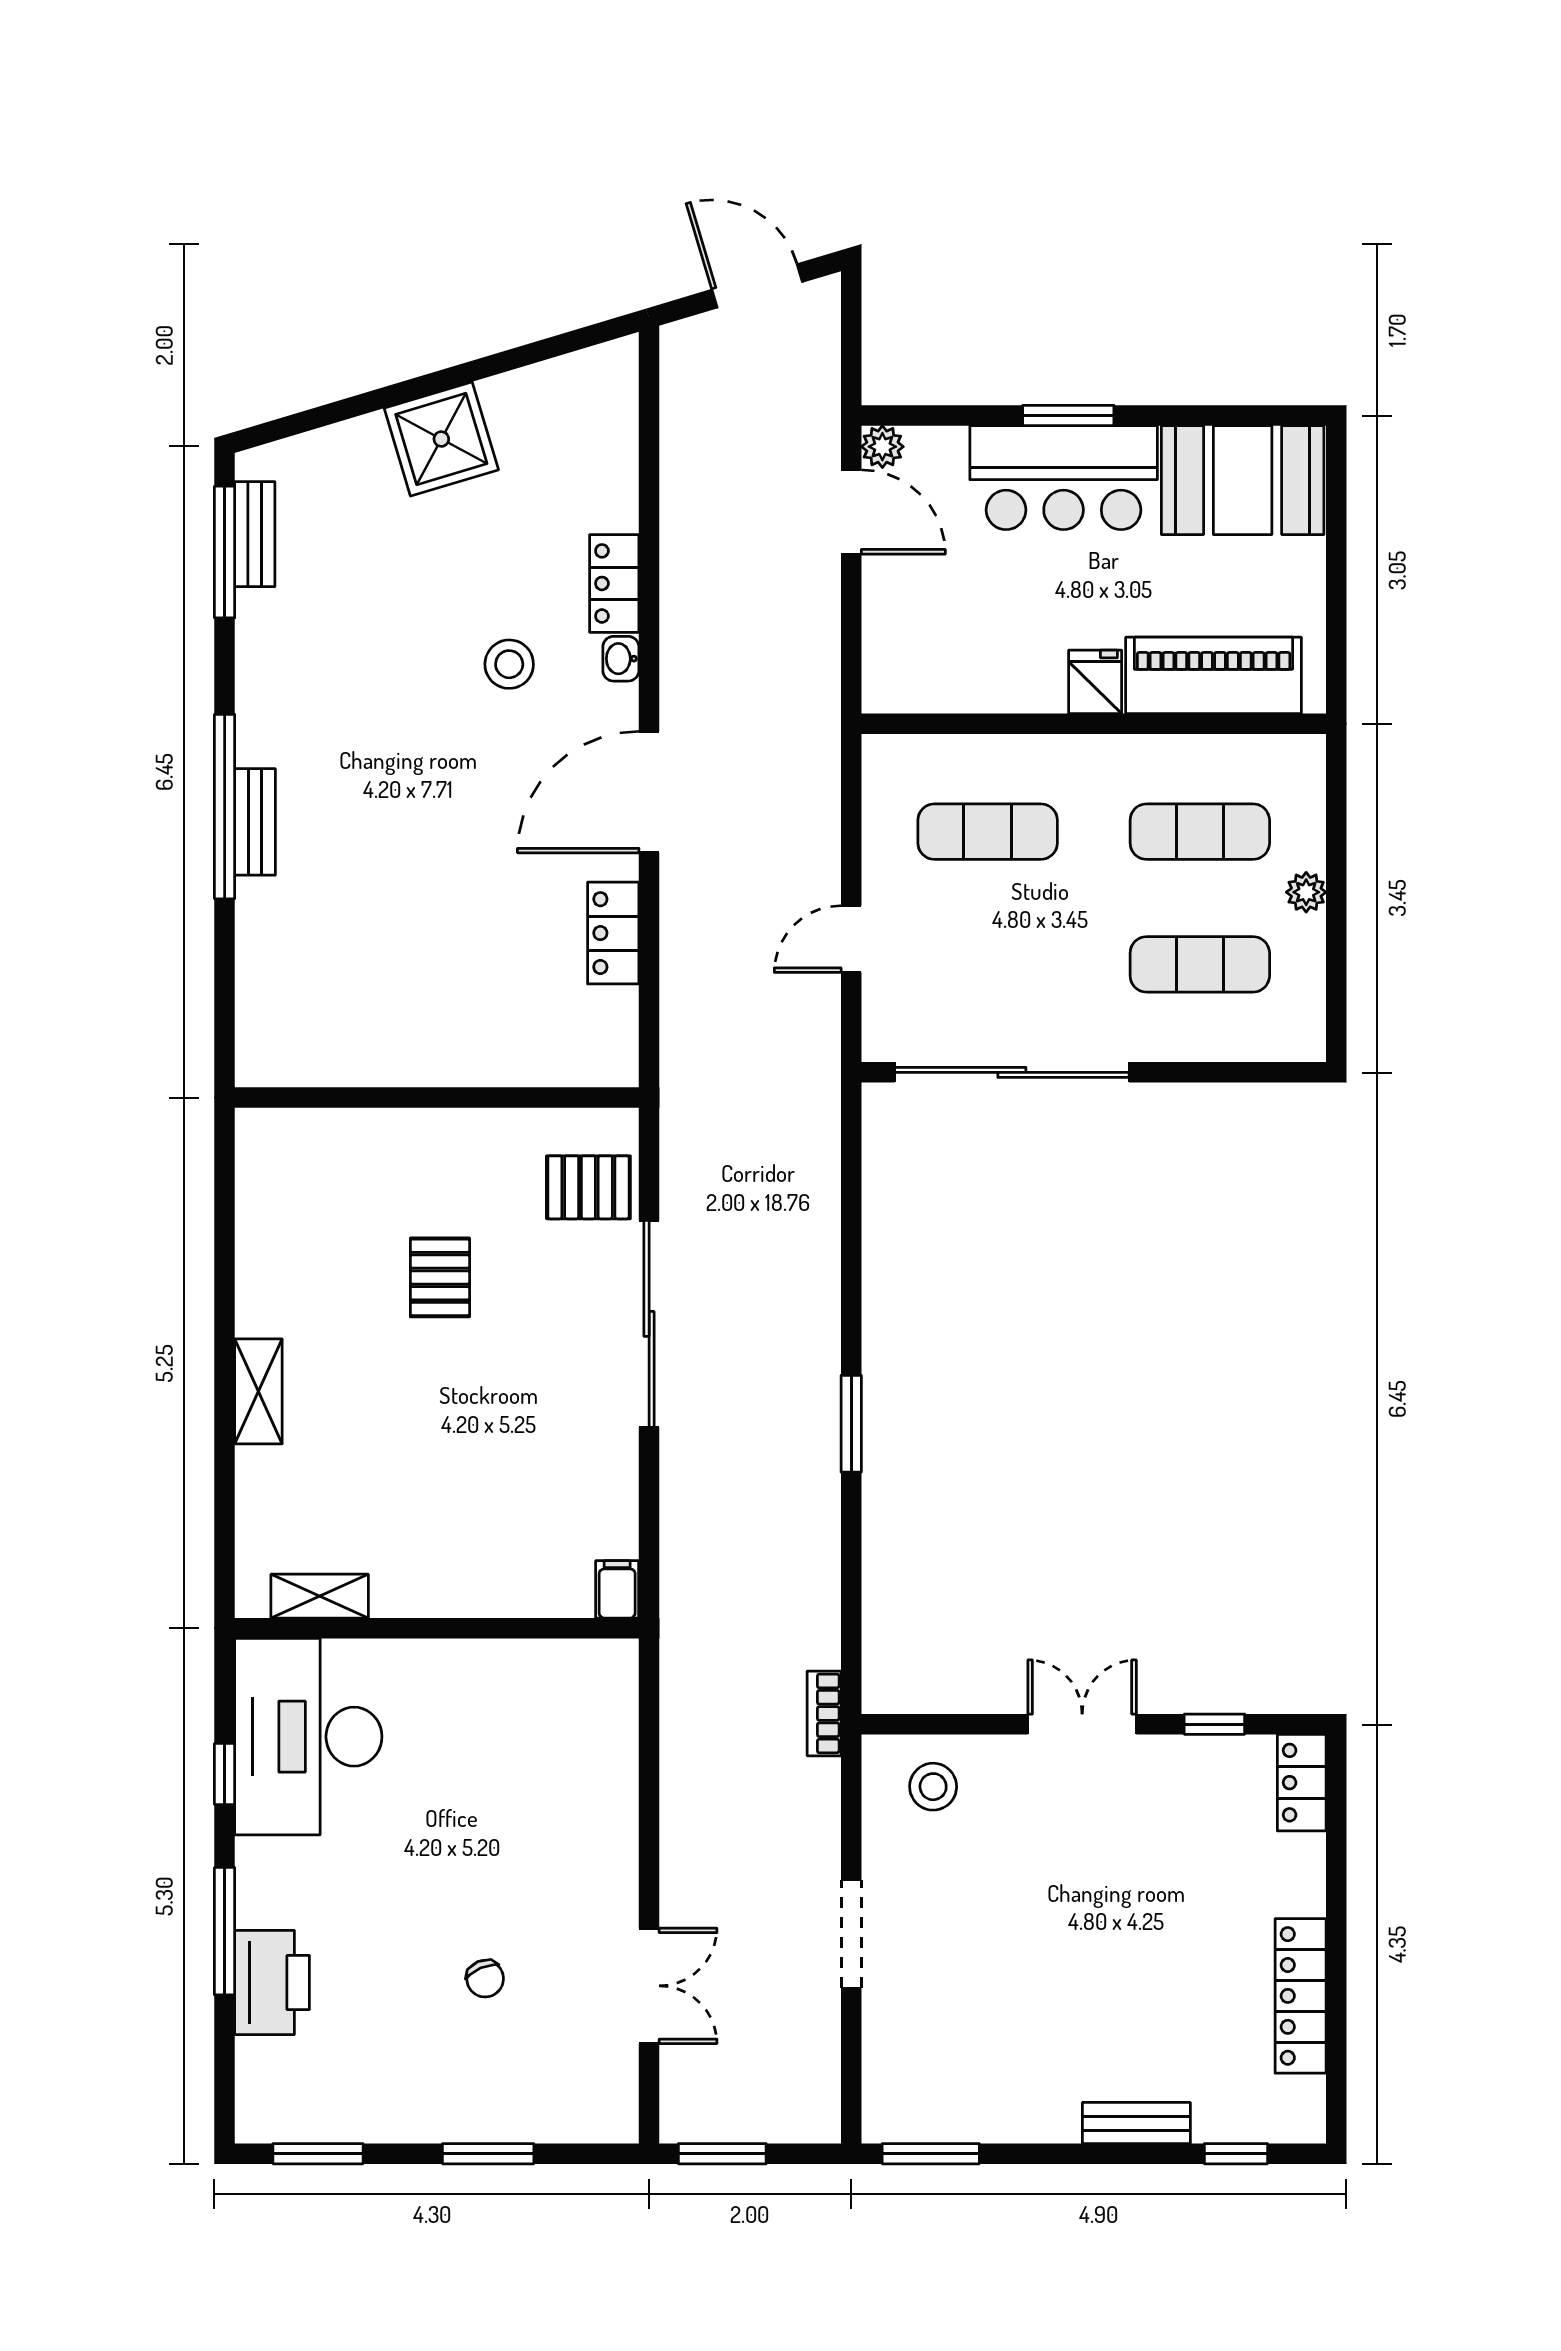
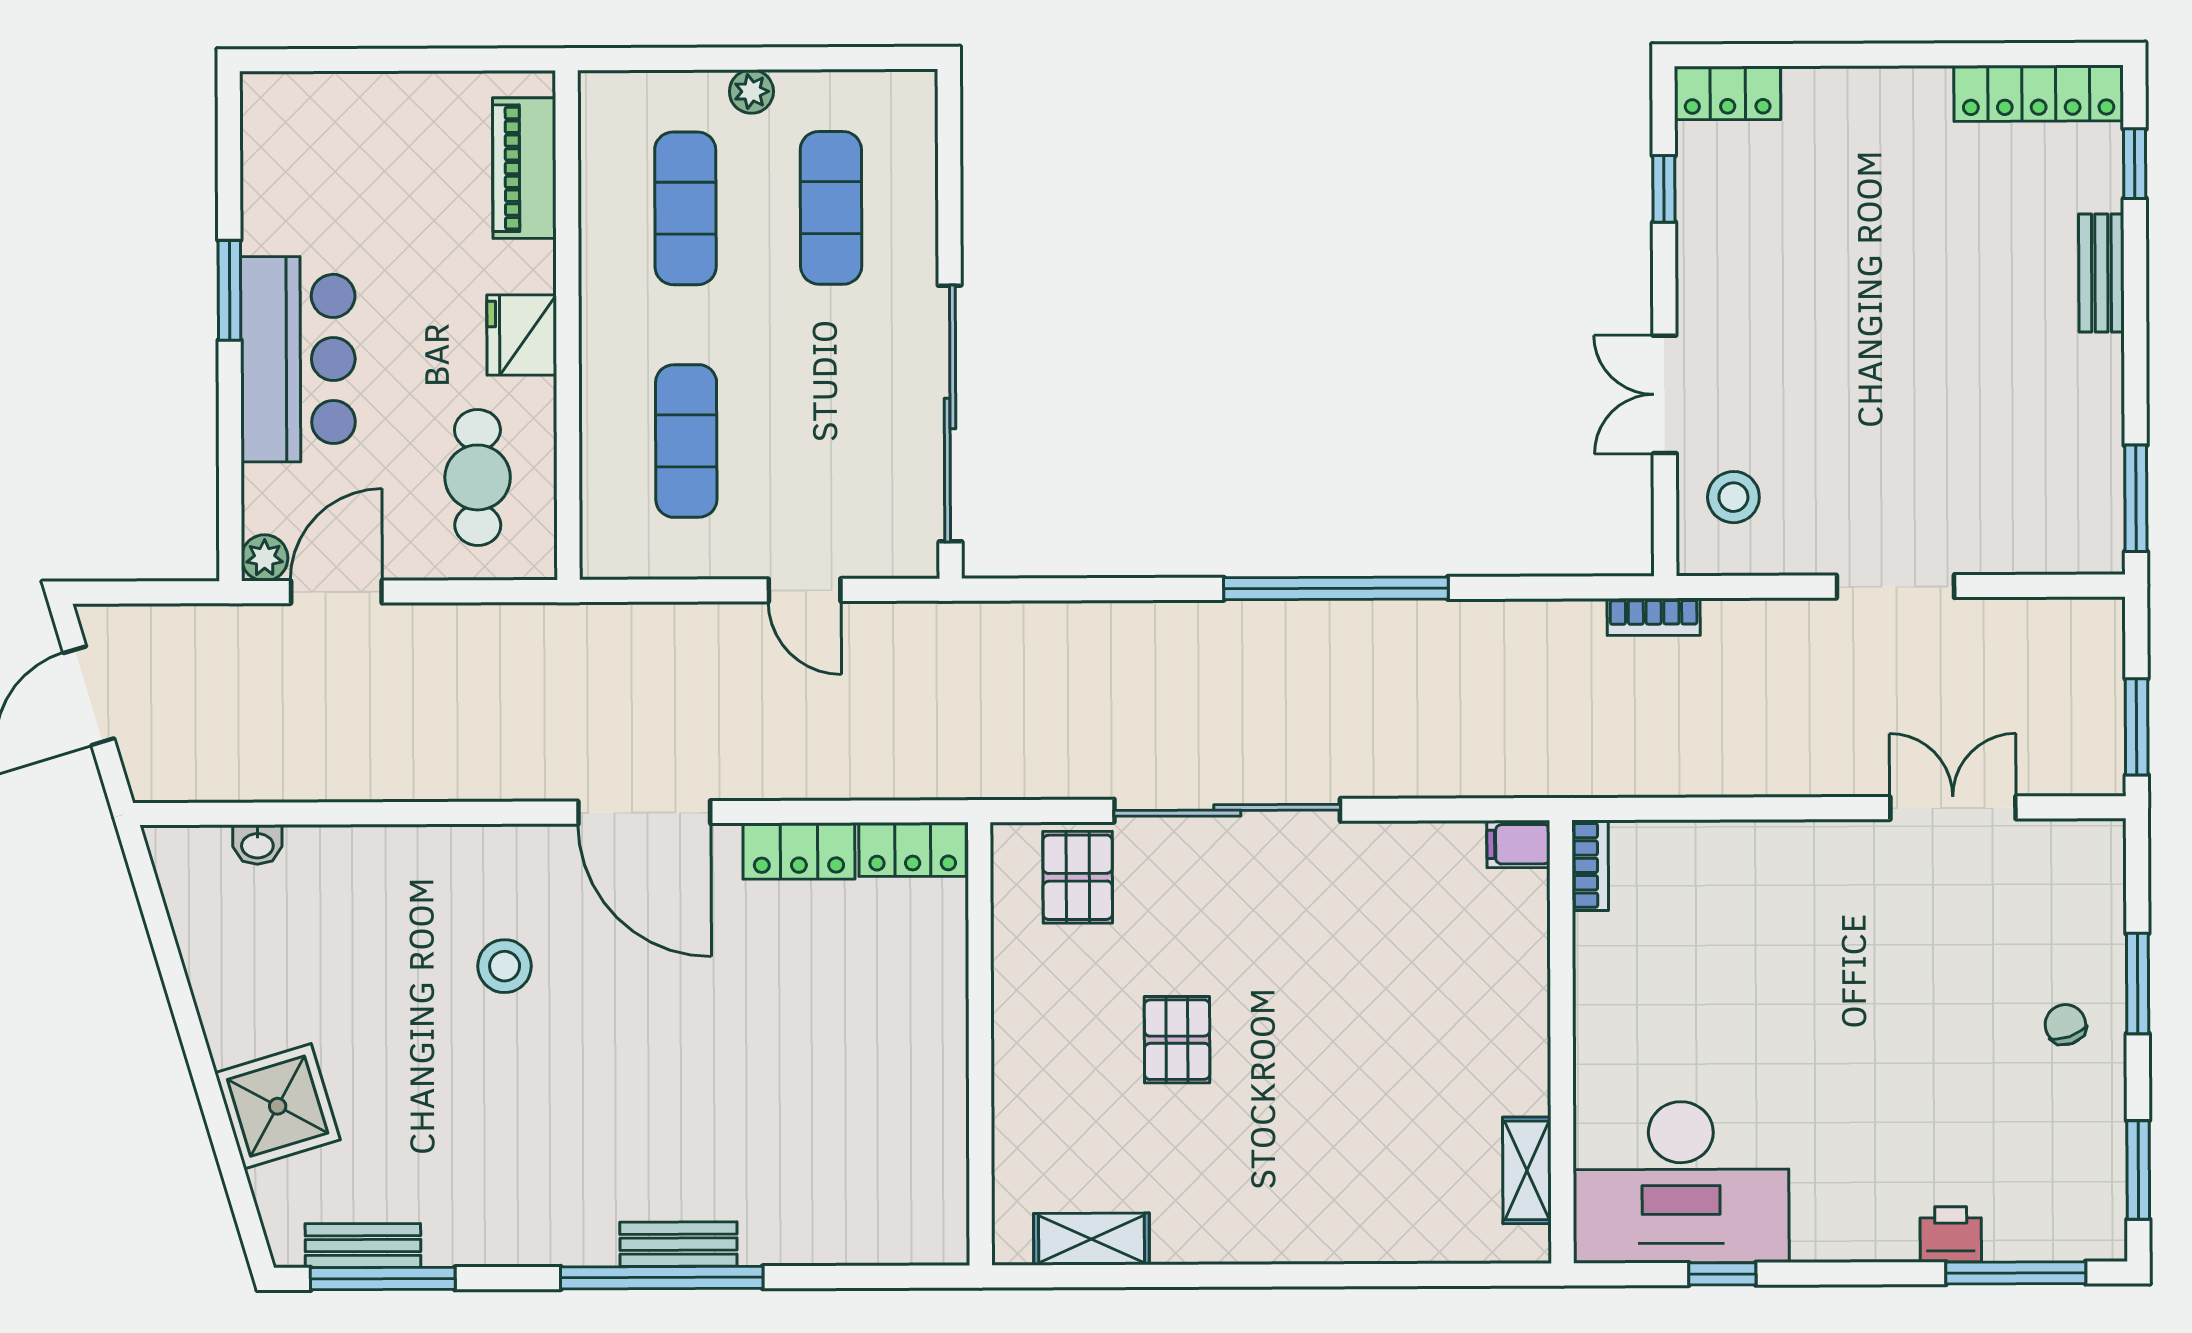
window: (1068, 415) -> (229, 290), moved
shower: (441, 439) -> (278, 1106), moved
booth: (1243, 480) -> (300, 163), removed
locker: (614, 583) -> (913, 850), moved
cafe table: (955, 641) -> (478, 477), added
washbasin: (621, 659) -> (257, 845), moved
piano: (1214, 675) -> (524, 168), width x0.73, depth x0.75
fridge: (1095, 682) -> (522, 335), width x1.38
pallet: (440, 1277) -> (1177, 1040), turned 90
shelving: (258, 1391) -> (1091, 1239), moved
window: (851, 1424) -> (1336, 588), width x2.11
bookcase: (598, 1655) -> (1590, 865), added
double door: (1082, 1724) -> (1665, 394), moved
window: (225, 1931) -> (2016, 1273), moved
chair: (485, 1979) -> (2065, 1025), moved, turned -86
printer: (272, 1983) -> (1951, 1234), width x0.53, depth x0.68
locker: (1301, 1996) -> (2039, 93), moved

